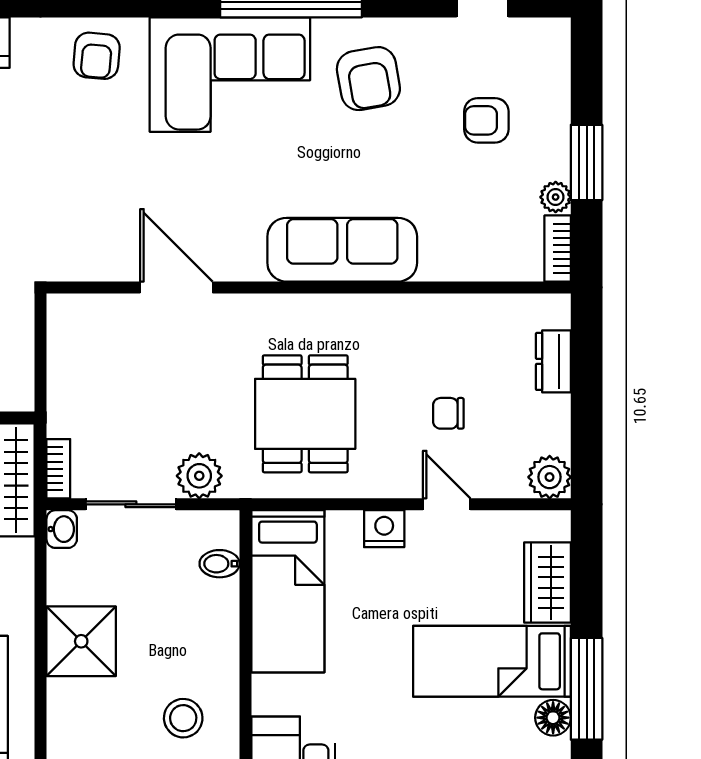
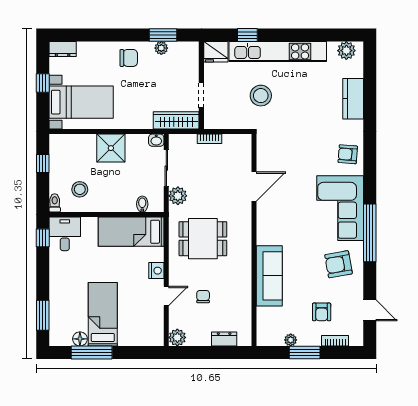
armchair: (486, 120) -> (322, 312), turned 180
bookcase: (558, 248) -> (335, 341), moved
sofa: (342, 250) -> (269, 276), moved
bookcase: (58, 469) -> (209, 139), moved
wardrobe: (548, 582) -> (135, 337), removed

